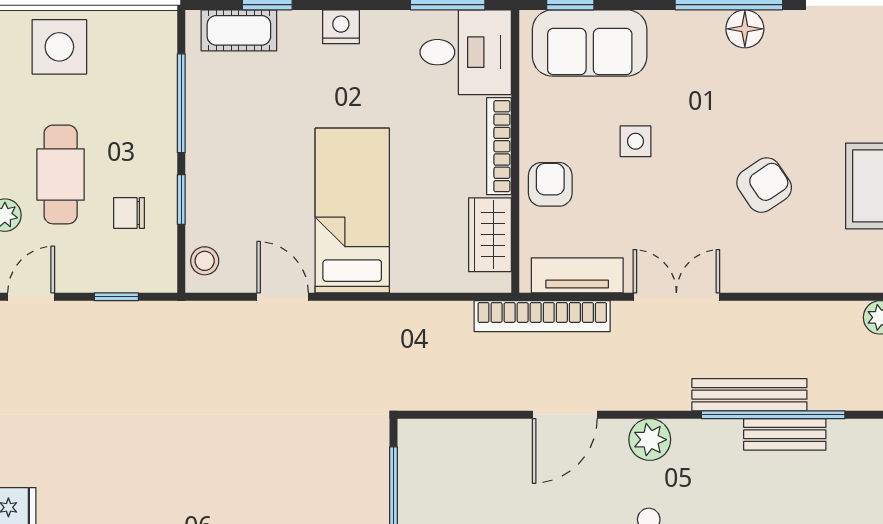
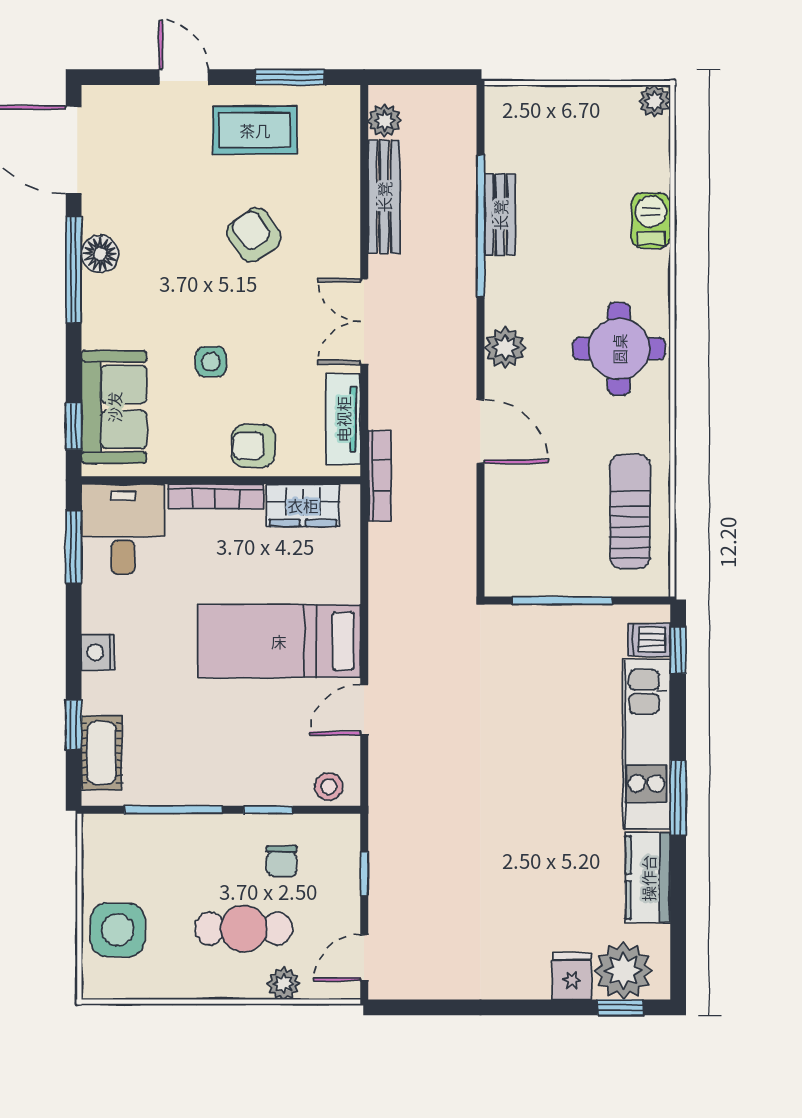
door: (31, 297) -> (364, 958), hinge flipped
bookcase: (542, 316) -> (380, 475), width x0.68, depth x0.76
bench: (749, 395) -> (384, 197), moved

